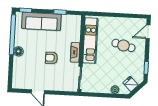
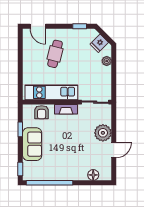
sofa: (41, 21) -> (32, 144), width x0.73
floor lamp: (18, 51) -> (93, 175), moved
armchair: (51, 58) -> (42, 112), moved
plant: (53, 83) -> (103, 133), added

